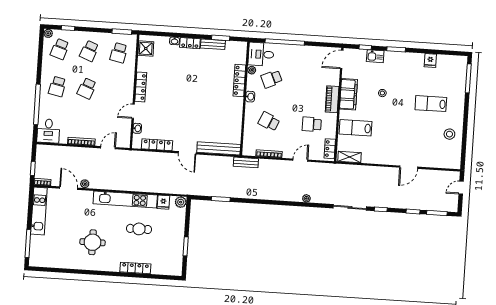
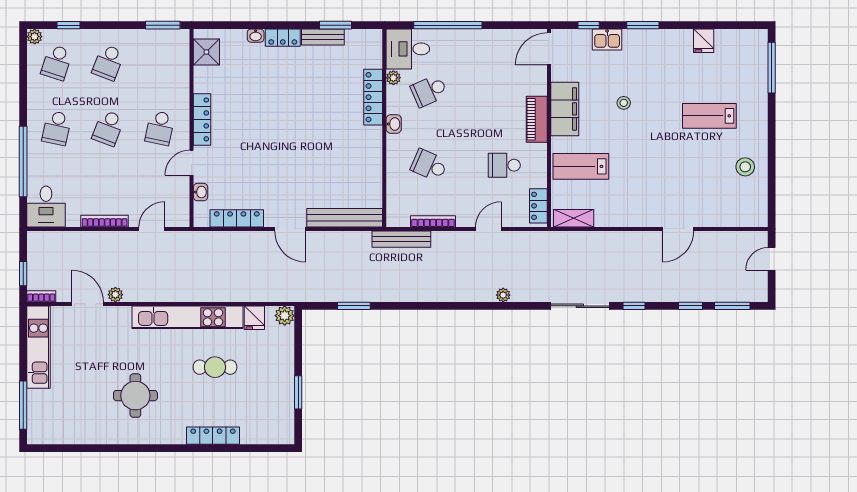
school desk: (119, 53) -> (160, 128), moved
bench: (246, 162) -> (401, 239), width x1.36

